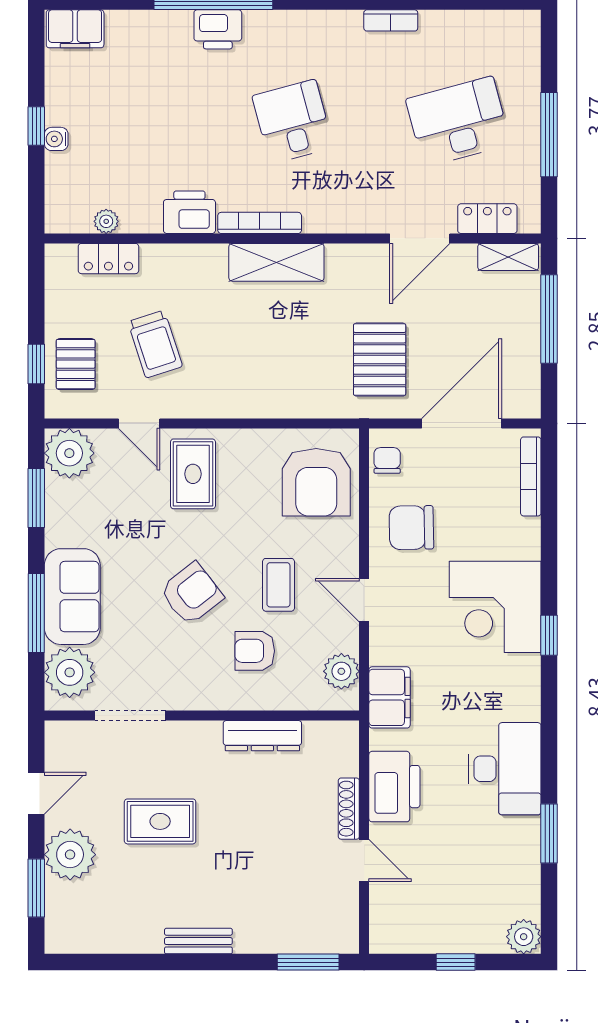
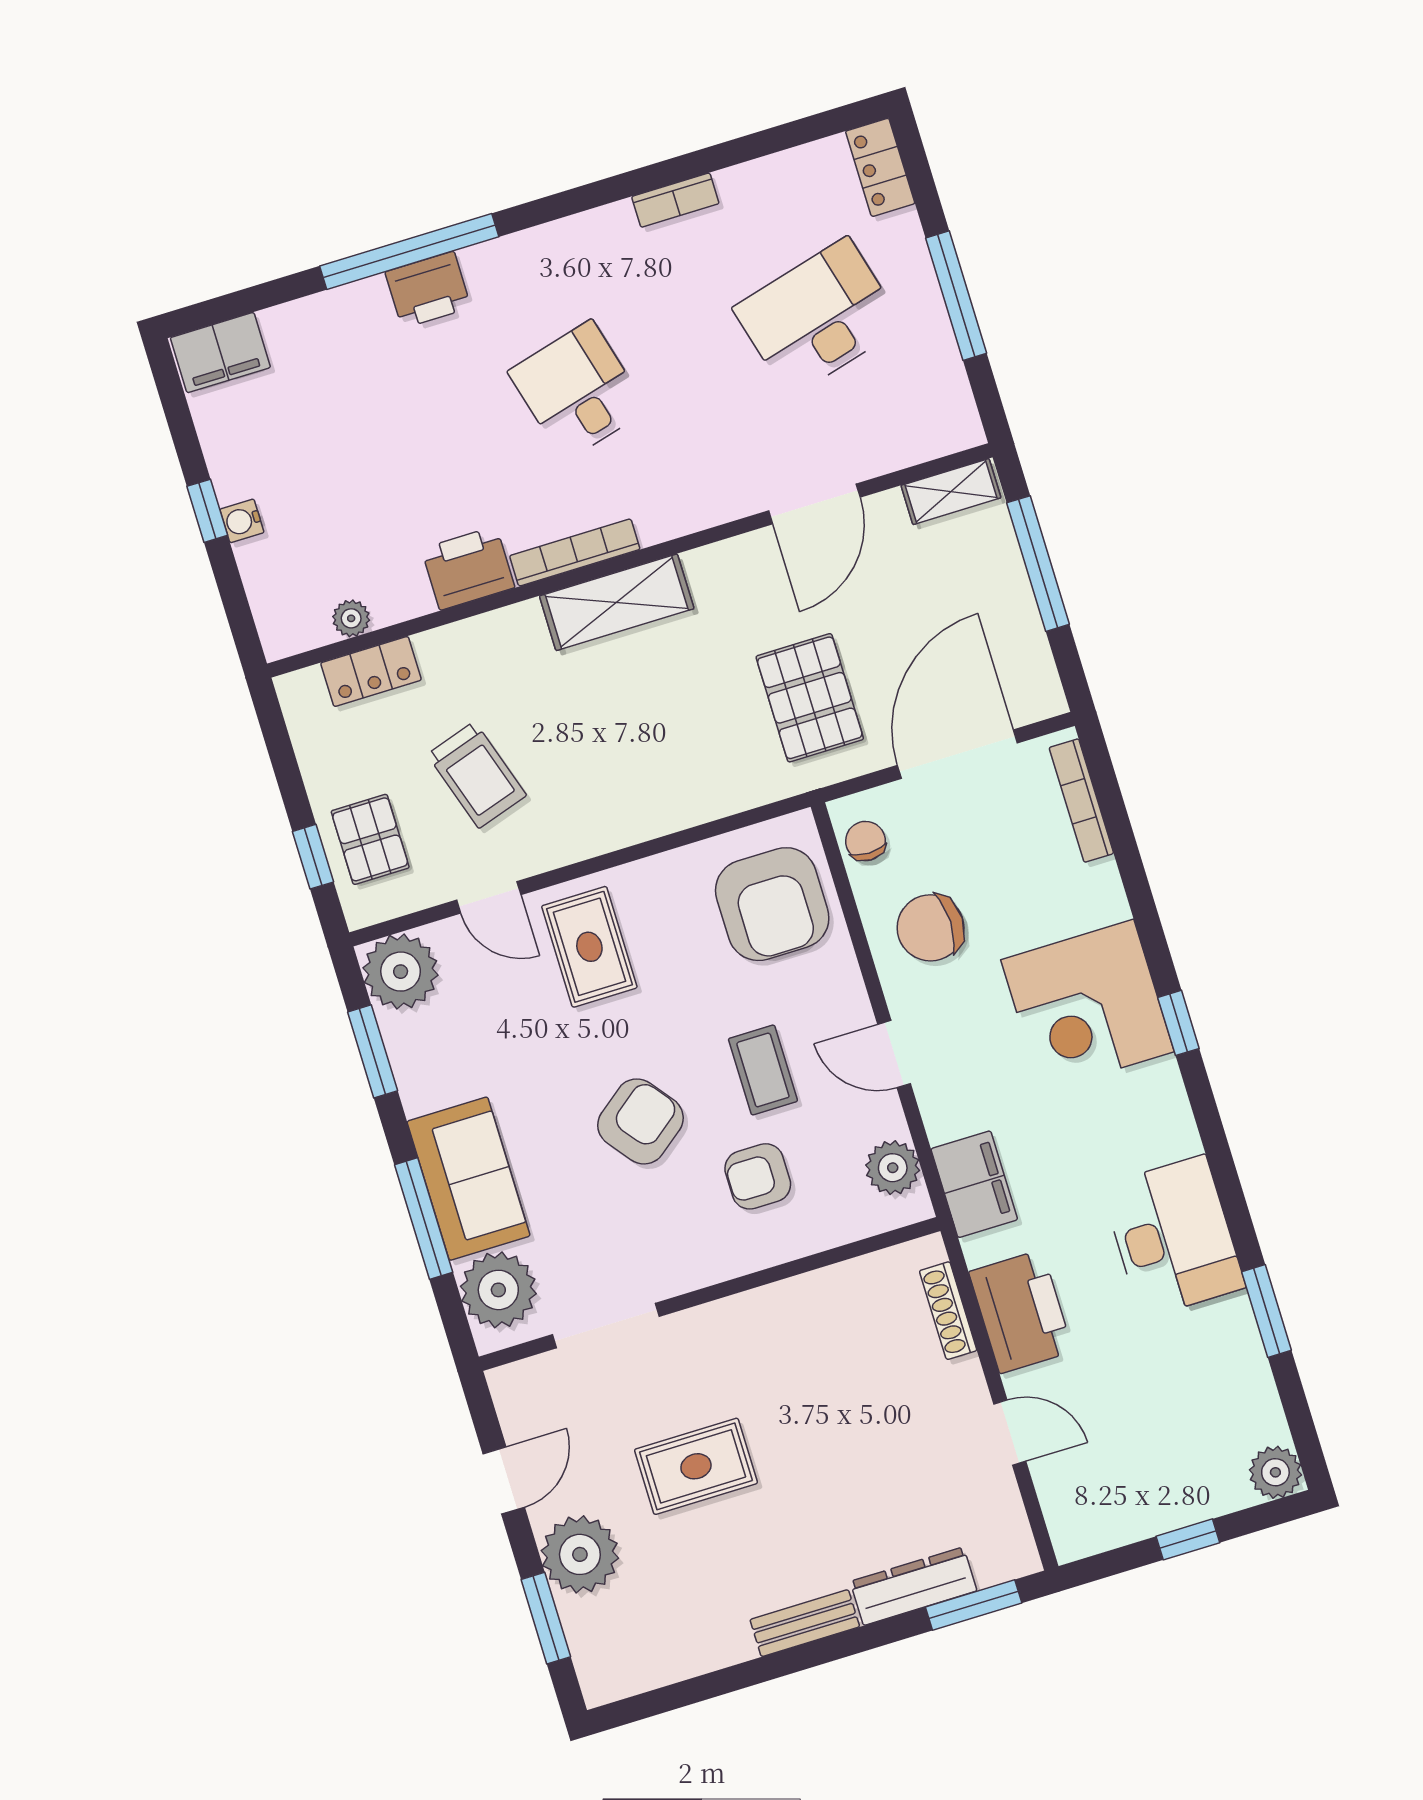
locker: (487, 219) -> (880, 167), moved, turned -90
dresser: (262, 736) -> (913, 1586), moved, turned 180
shoe rack: (349, 809) -> (948, 1311), moved

